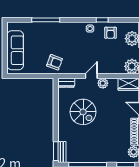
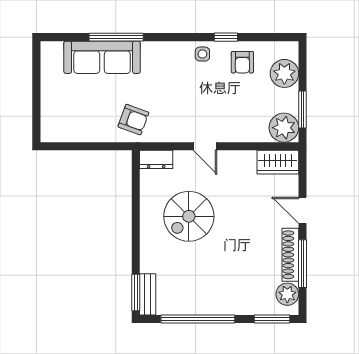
sofa: (15, 50) -> (102, 57), moved, turned 90
door: (91, 76) -> (205, 146), swing flipped
plant: (103, 83) -> (227, 160), removed
spiral stairs: (83, 112) -> (189, 216), turned 90

